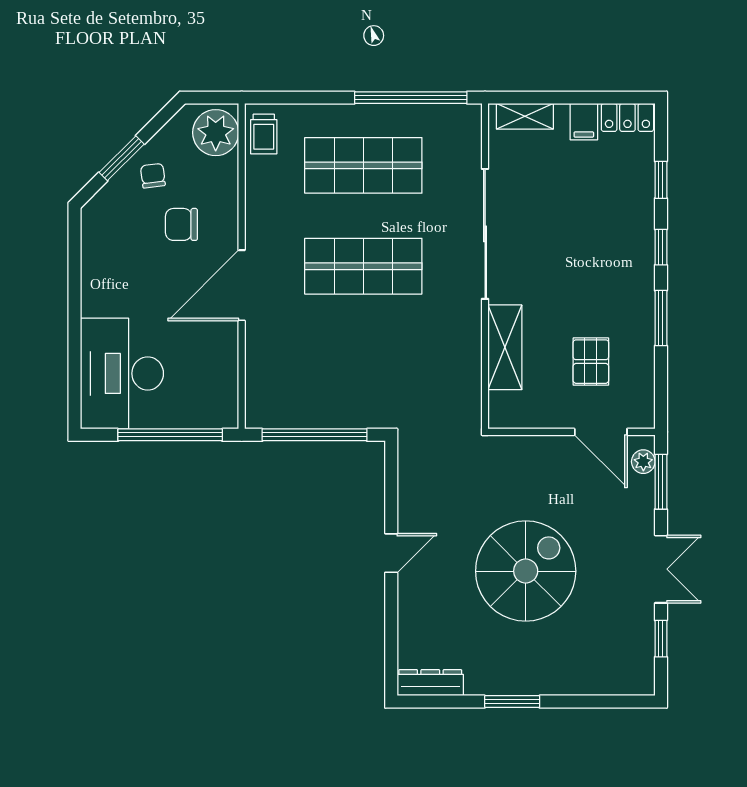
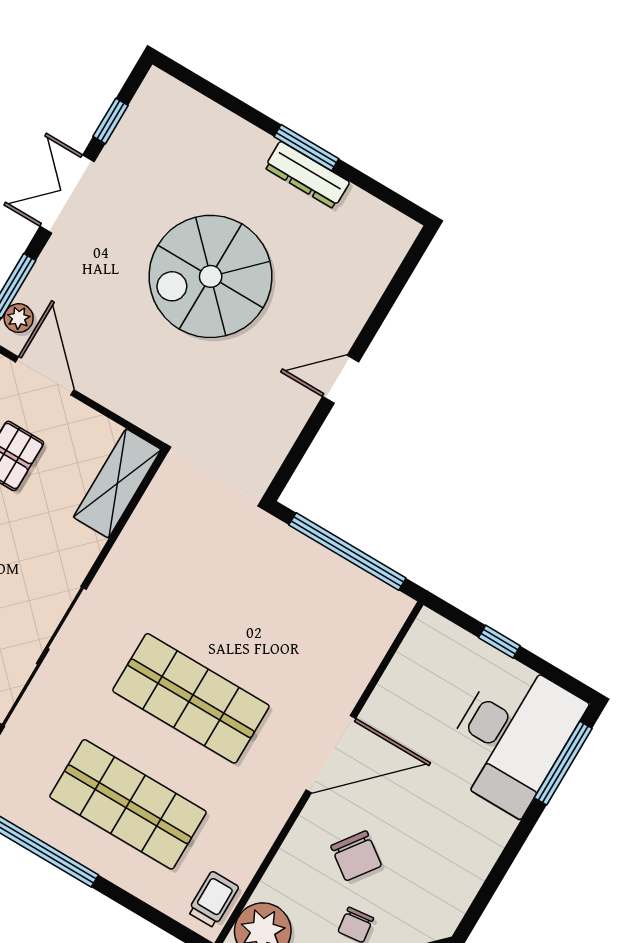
chair: (181, 224) -> (356, 856), turned 36
shelving: (505, 347) -> (117, 483), moved
window: (75, 376) -> (563, 763), added
window: (170, 435) -> (499, 642), width x0.32
dresser: (430, 683) -> (307, 175), moved

